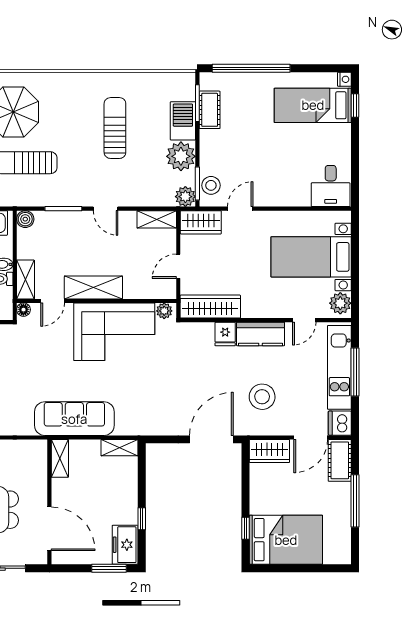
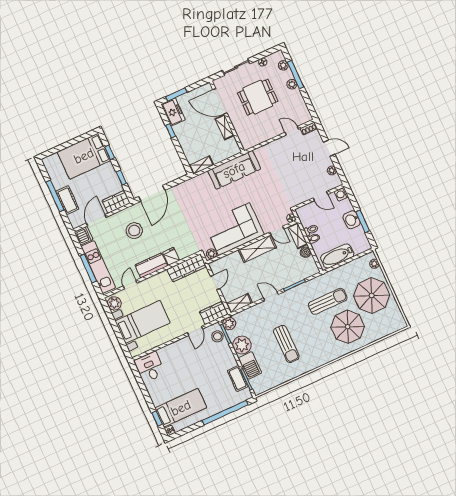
boiler: (25, 219) -> (305, 252), moved
door: (53, 301) -> (277, 230), swing flipped
shelving: (60, 458) -> (225, 127), moved
cot: (340, 460) -> (67, 200), moved
window: (245, 483) -> (121, 178), added

